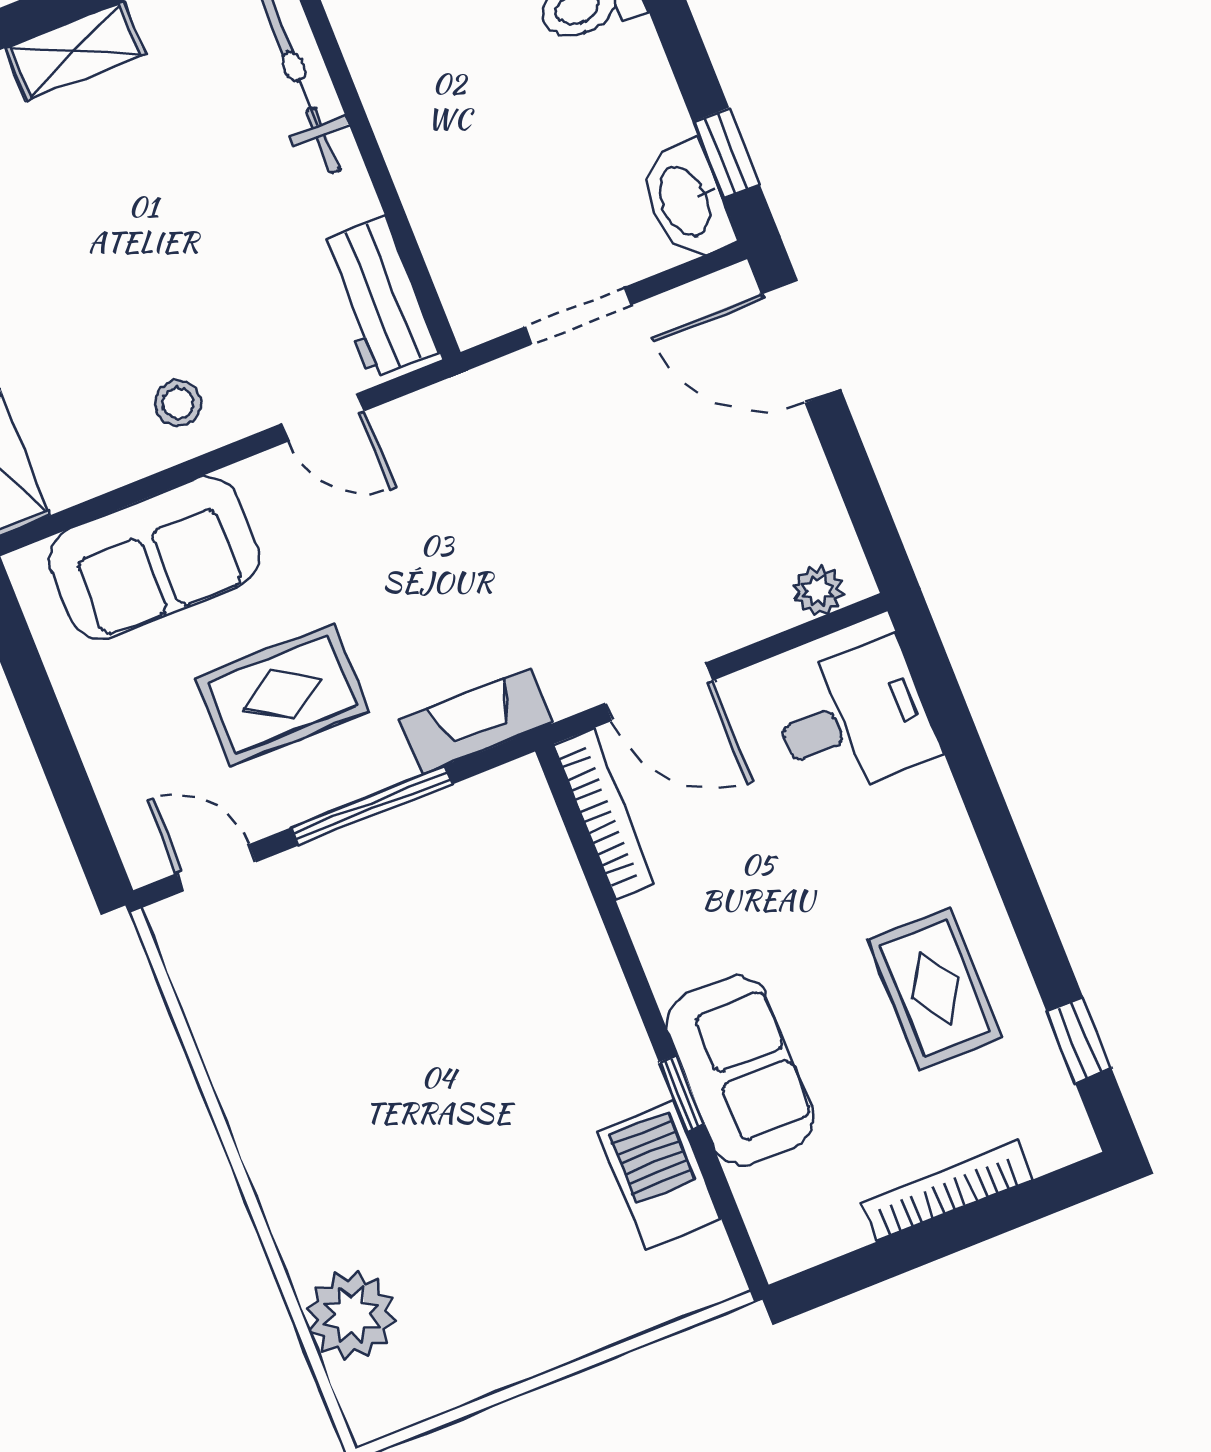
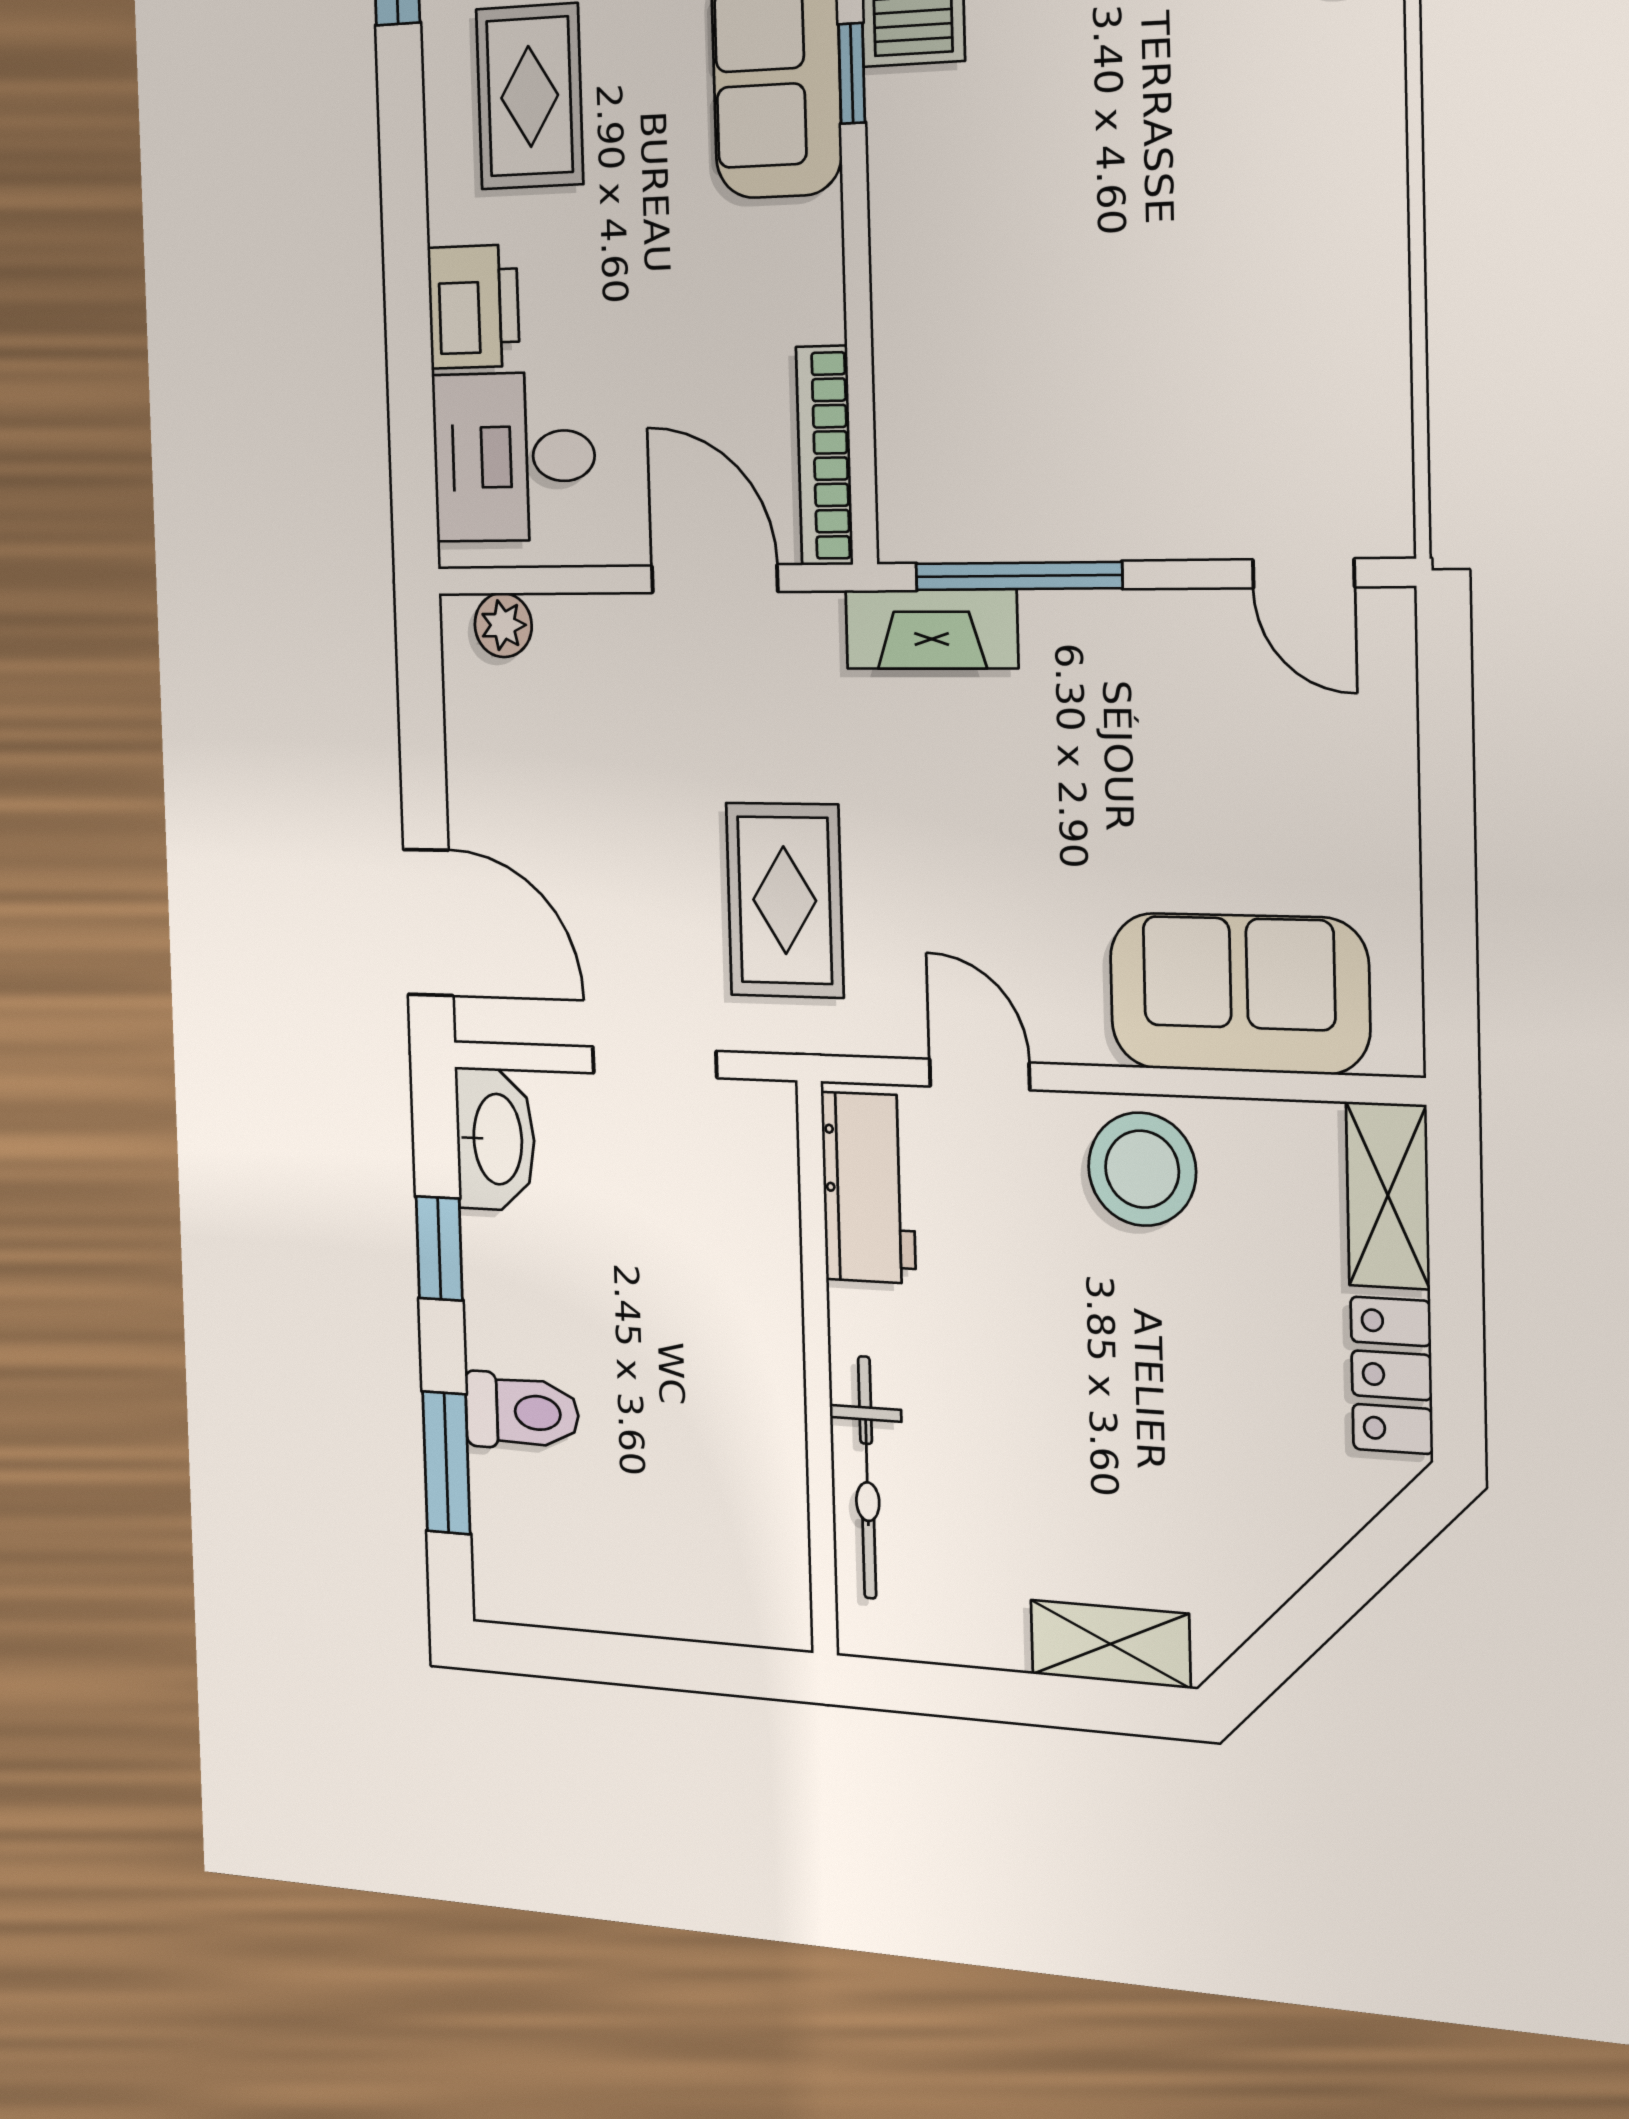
window: (726, 153) -> (439, 1248), moved
stool: (178, 403) -> (1142, 1169), width x1.89, depth x1.89
rug: (282, 694) -> (785, 900), moved, turned 90
window: (372, 806) -> (1018, 576), moved
printer: (927, 818) -> (473, 307), added

